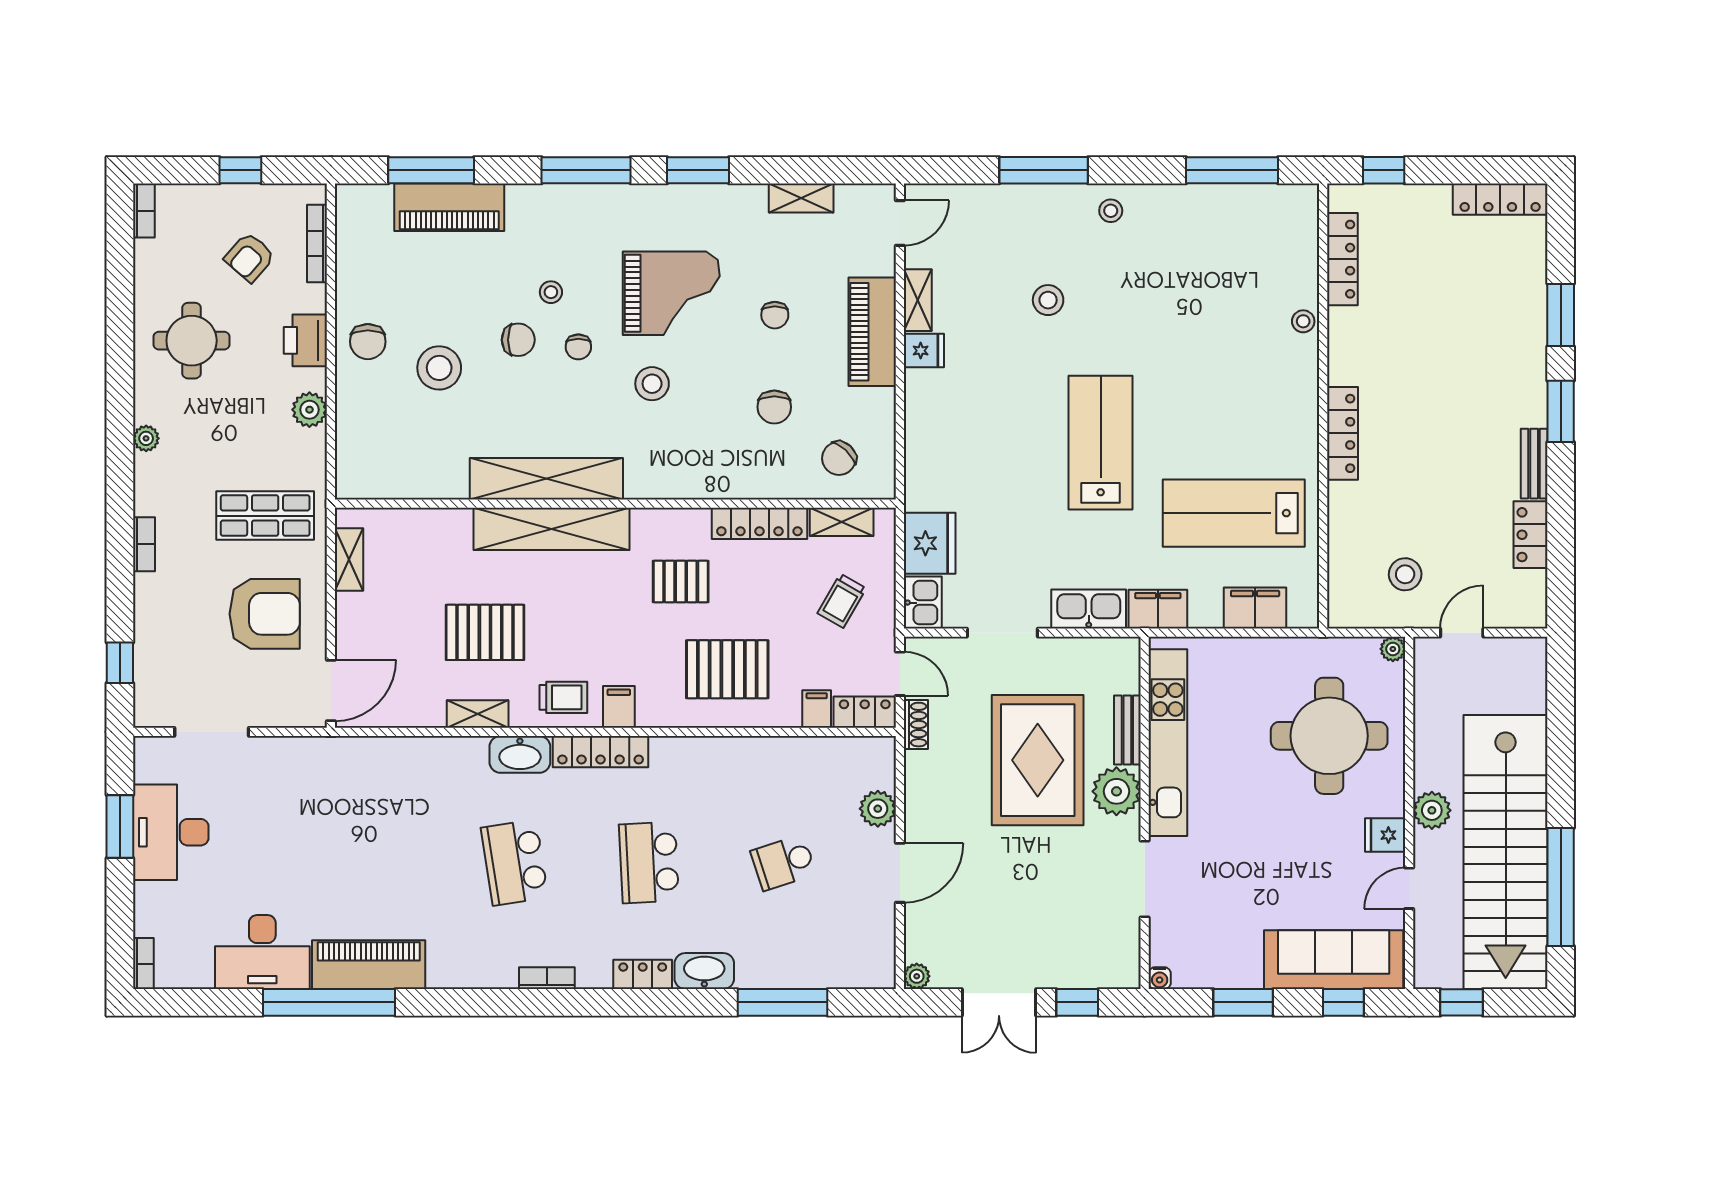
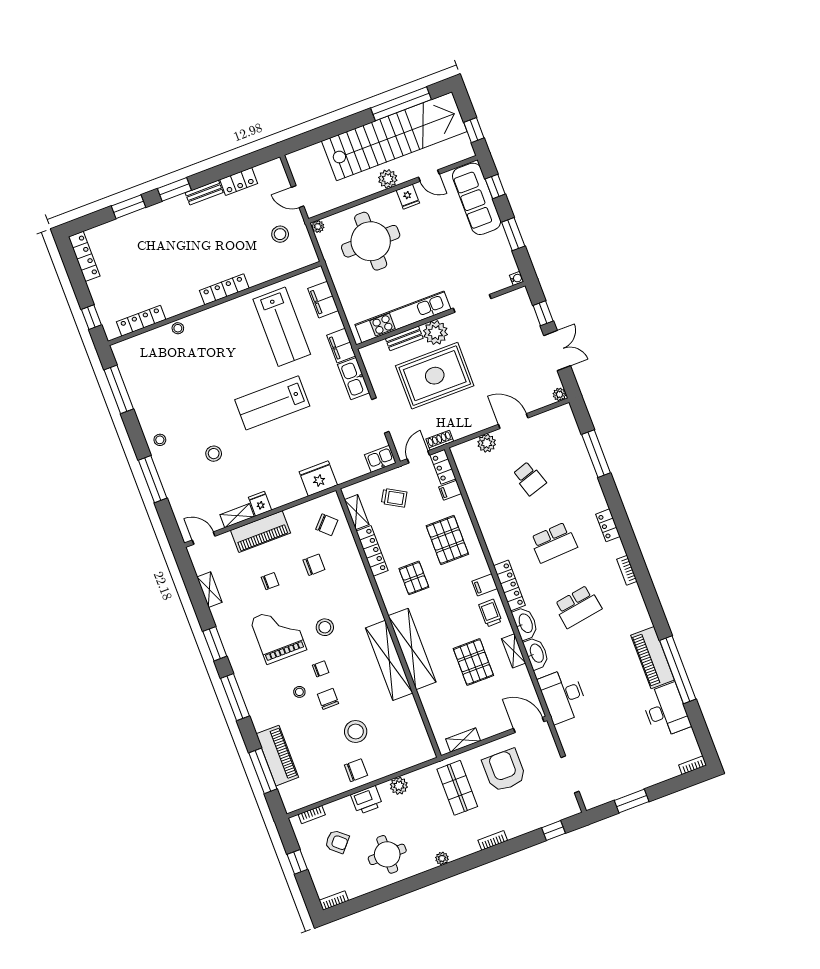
bookcase: (317, 244) -> (312, 815), width x0.64
fridge: (930, 543) -> (318, 479), moved
desk: (171, 832) -> (563, 696), moved, turned 90
washbasin: (704, 971) -> (536, 653), moved, turned 180

